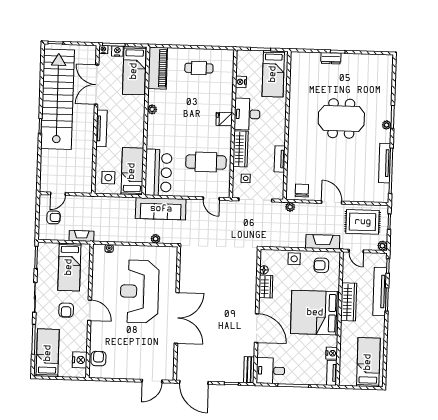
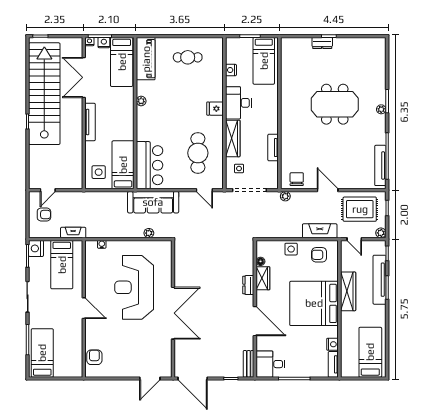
cafe table: (206, 162) -> (198, 153), turned 90
tv unit: (385, 163) -> (380, 165), moved
dresser: (251, 293) -> (248, 285), added
armchair: (66, 310) -> (60, 309), removed
nightstand: (80, 360) -> (36, 248), moved, turned 180

